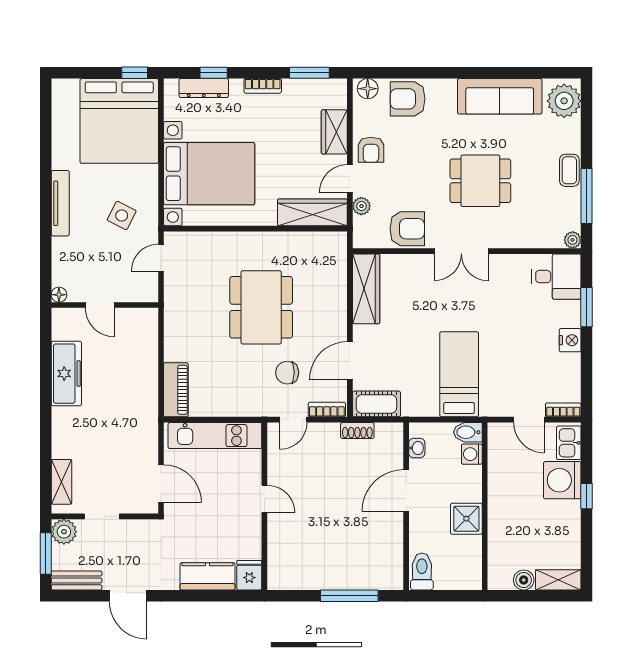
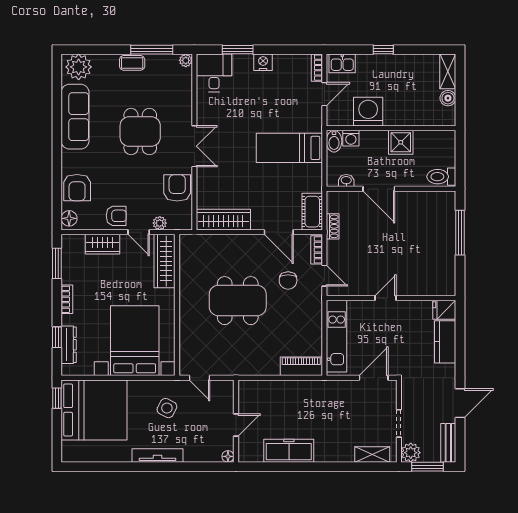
washing machine: (562, 480) -> (368, 112), moved, turned 180

